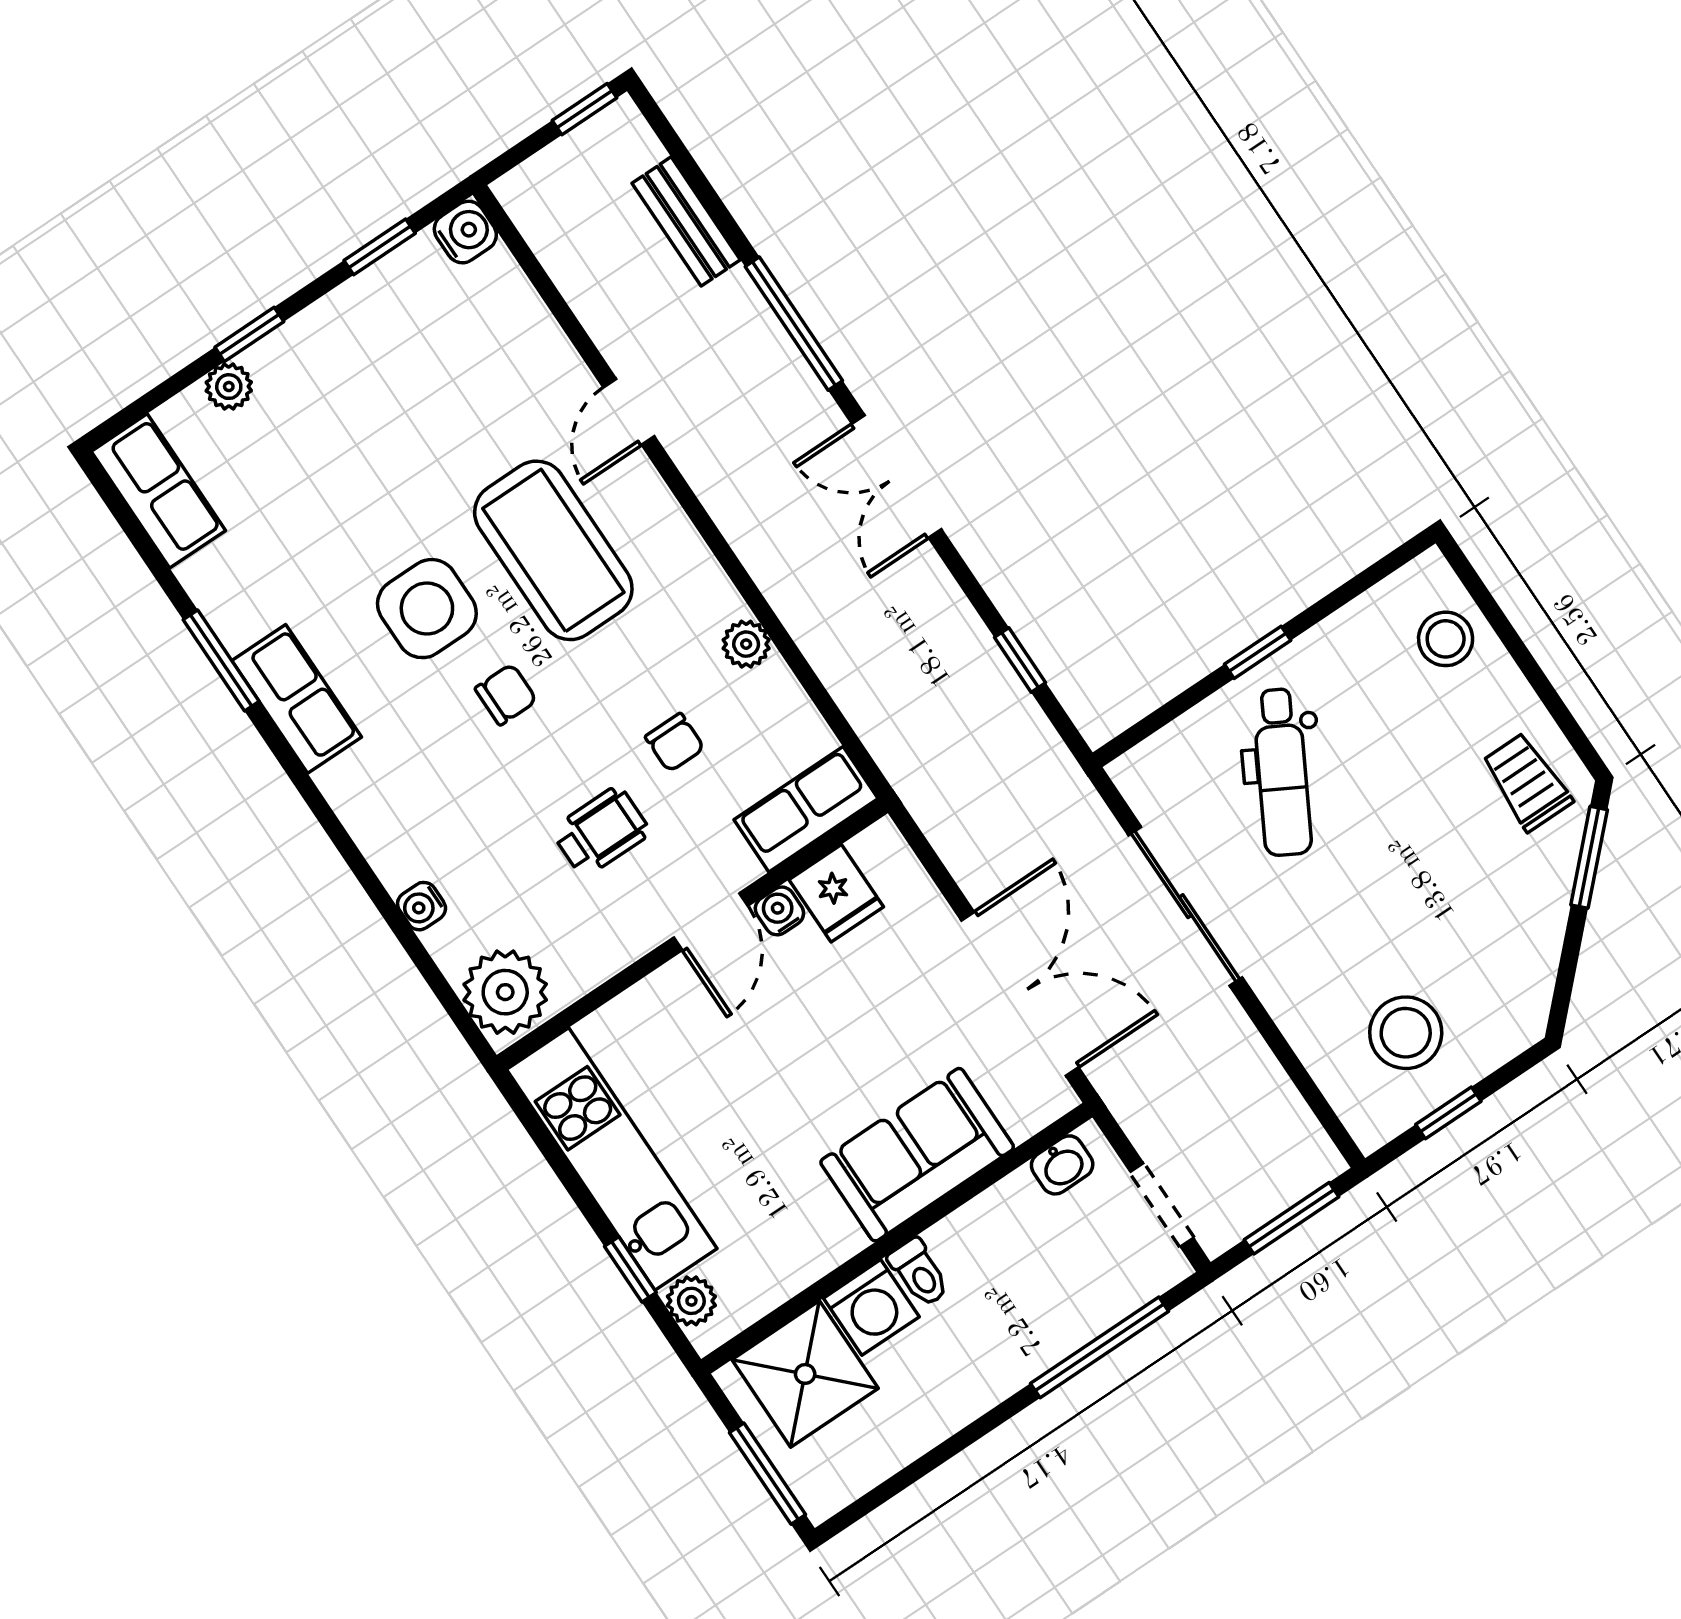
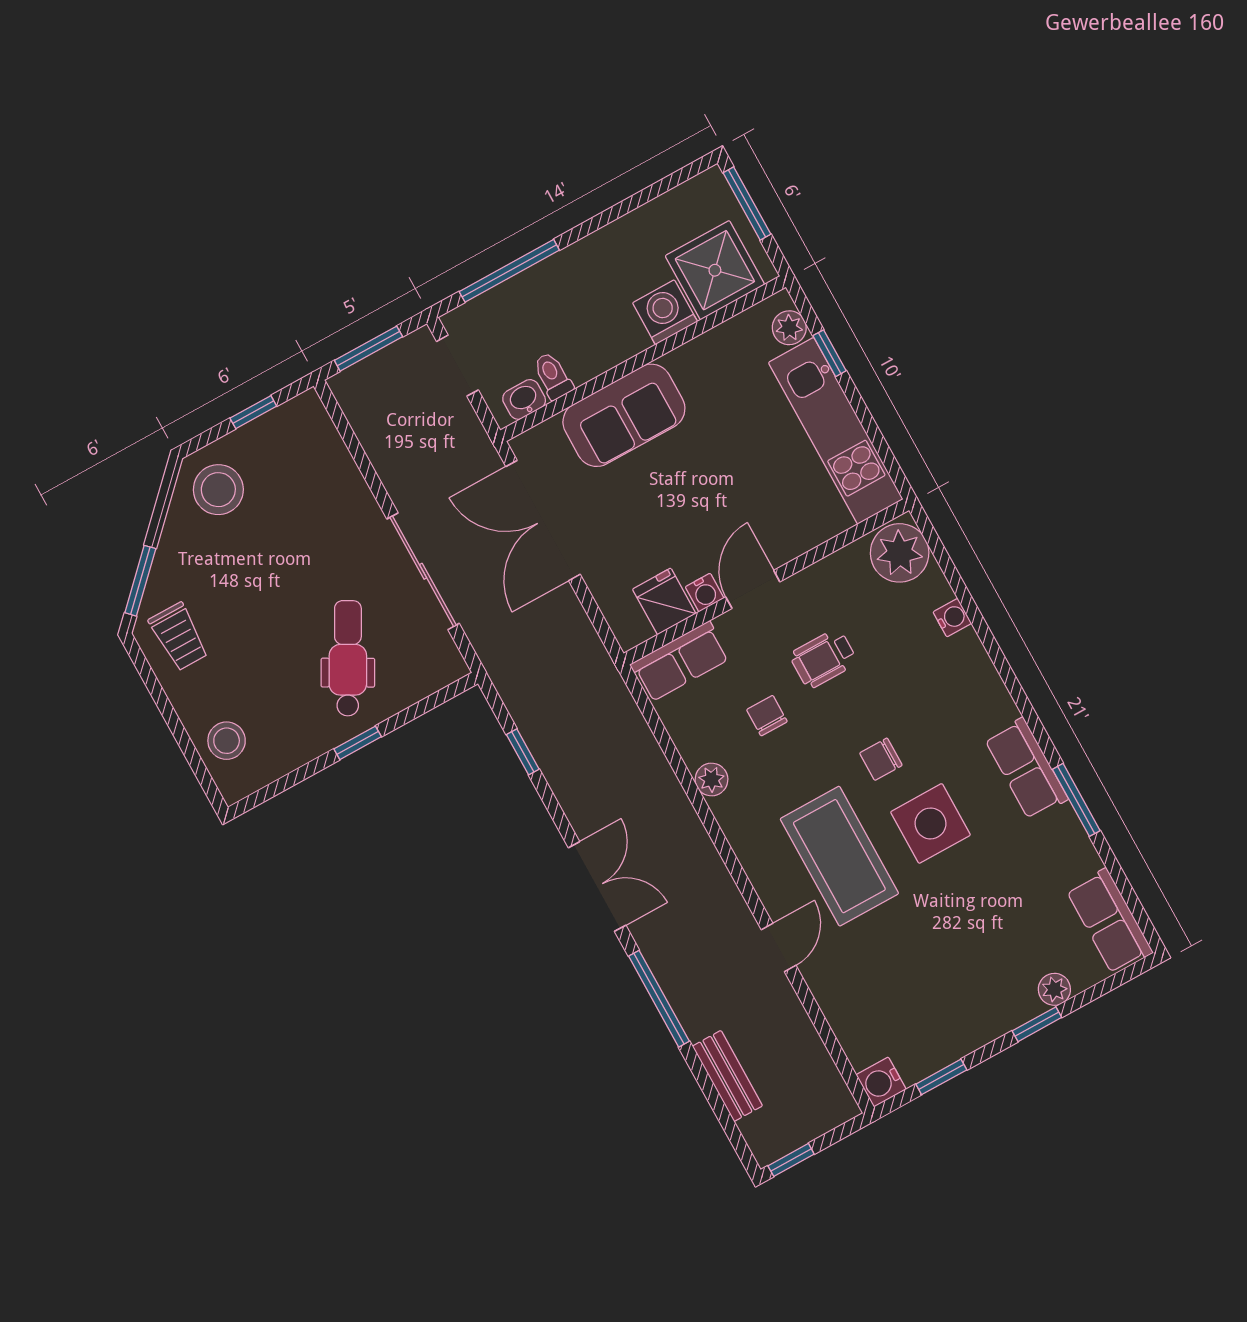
stool: (1406, 1033) -> (218, 490), moved
toilet: (919, 1273) -> (553, 376), moved

